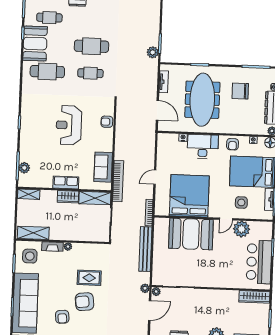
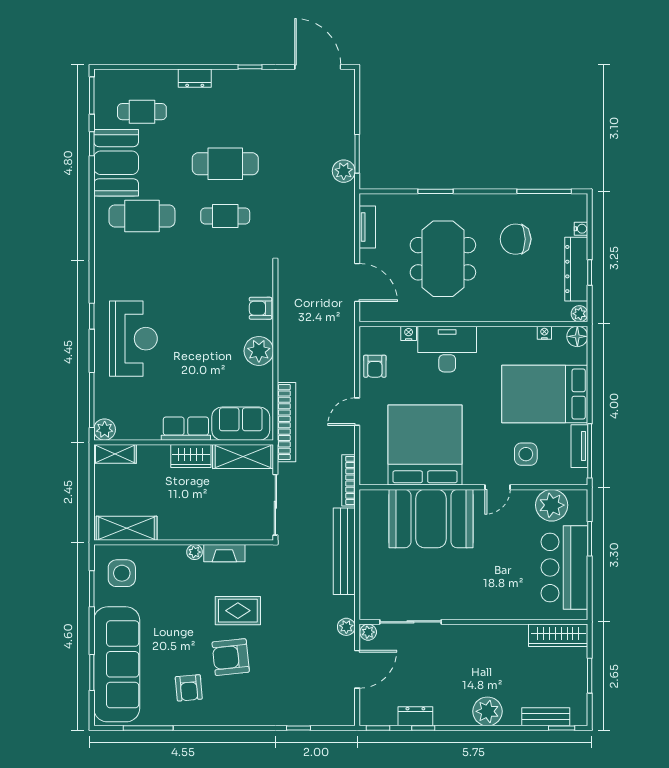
meeting table: (202, 100) -> (443, 259), width x0.73
reception desk: (69, 125) -> (133, 339), moved, turned 180
plant: (105, 144) -> (259, 351), added
armchair: (233, 144) -> (375, 366), moved
sofa: (103, 167) -> (241, 424), moved, turned 90
plant: (24, 168) -> (105, 430), moved
plant: (242, 229) -> (552, 505), moved
fireplace: (52, 247) -> (224, 553), moved

